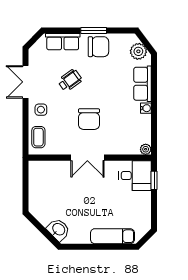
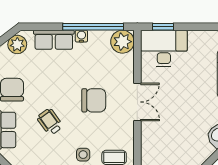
window: (154, 118) -> (93, 27), added
plant: (146, 149) -> (122, 42), width x1.87, depth x1.87
desk: (135, 176) -> (164, 48), width x1.37

